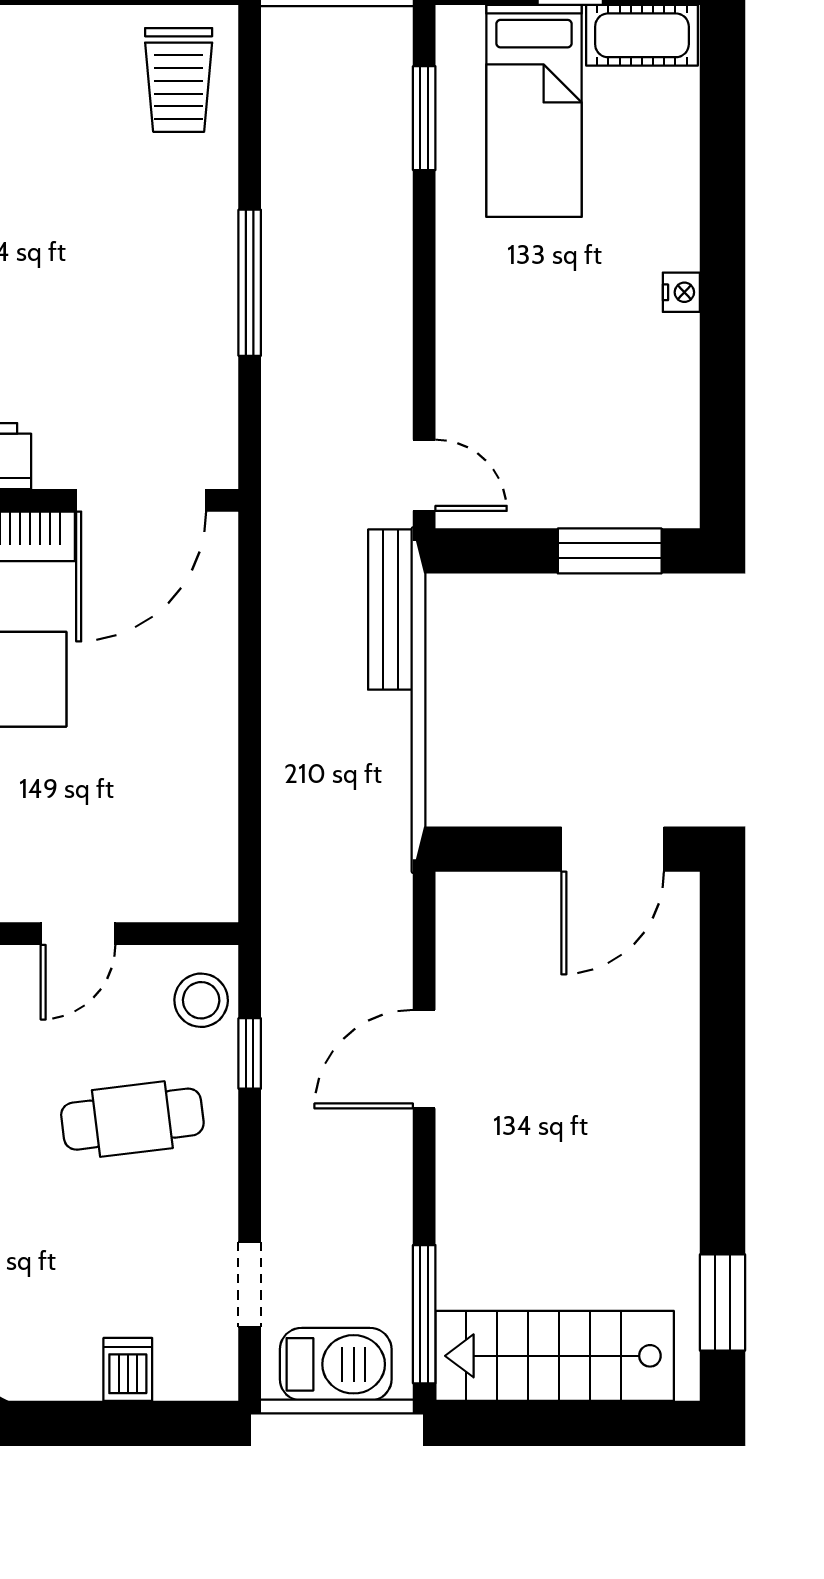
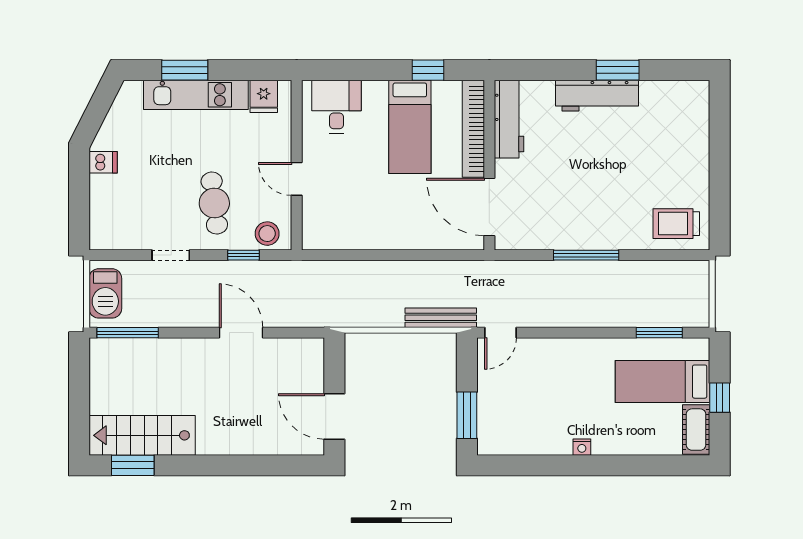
doorway: (250, 1284) -> (171, 255), moved
stairs: (555, 1356) -> (142, 435), moved, turned -90
dishwasher: (128, 1369) -> (103, 162), moved

